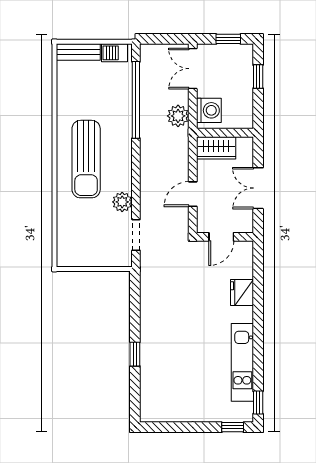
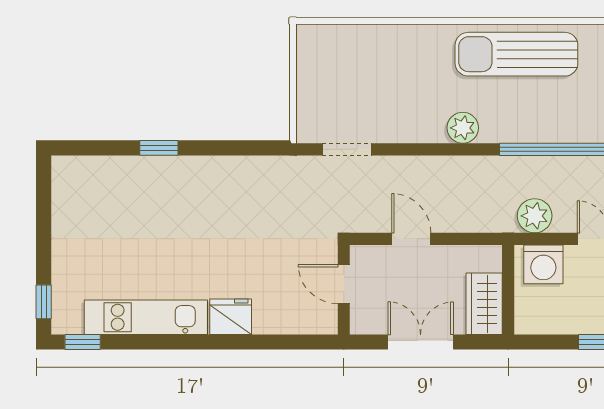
wardrobe: (216, 148) -> (484, 304), moved
sun lounger: (86, 159) -> (516, 54), moved
plant: (122, 202) -> (463, 128), moved
fridge: (242, 293) -> (231, 317), moved

